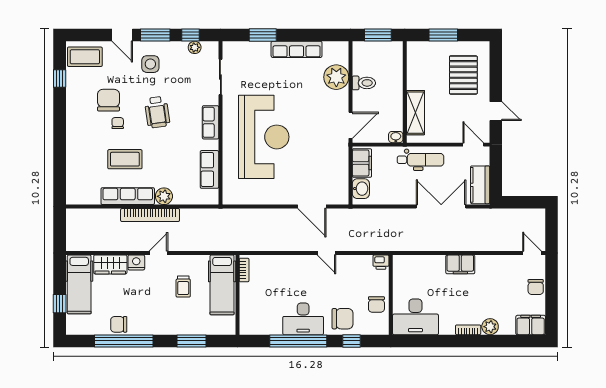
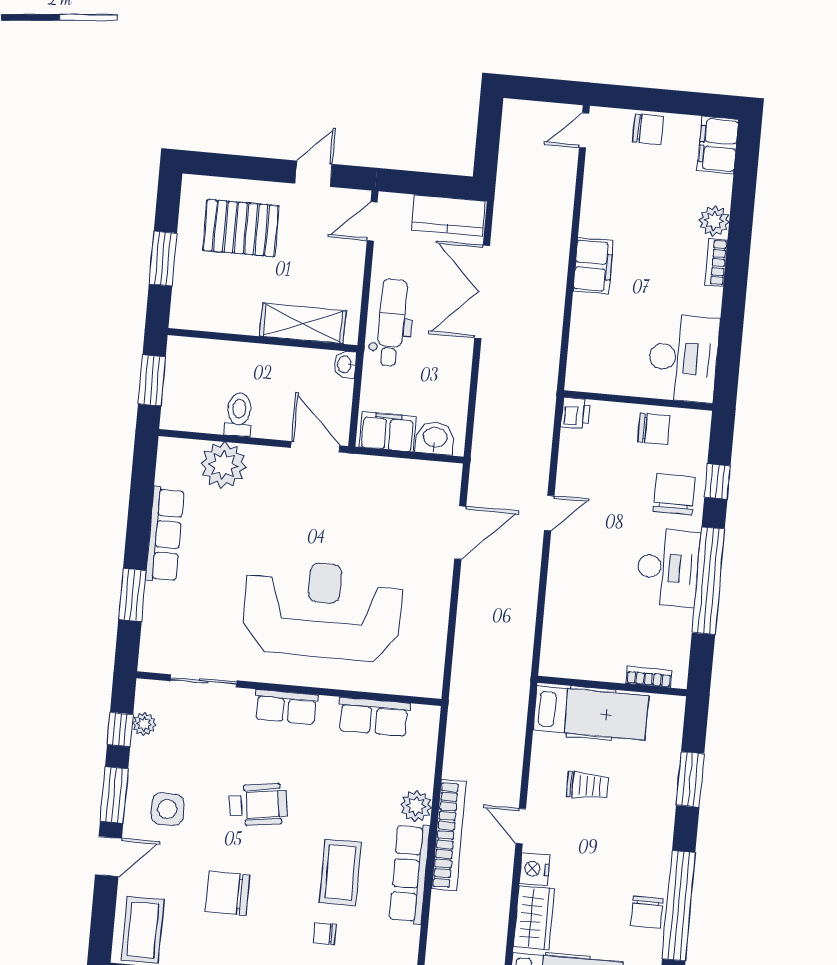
chair: (118, 123) -> (325, 934), moved
bookcase: (244, 270) -> (649, 677), moved

